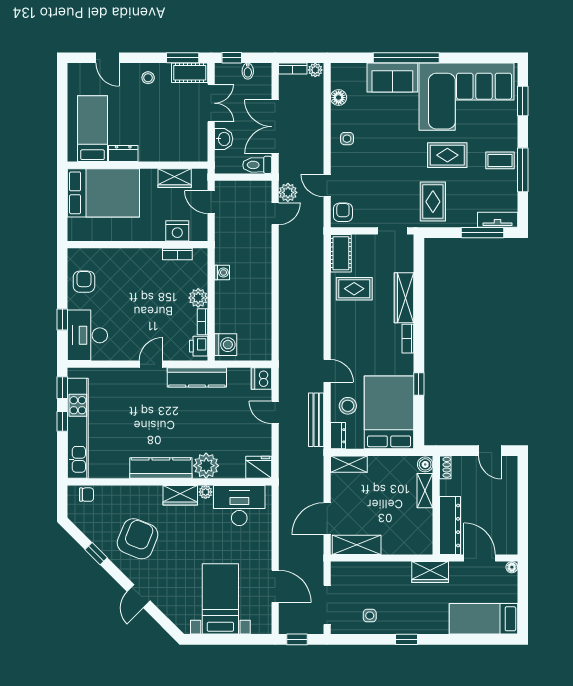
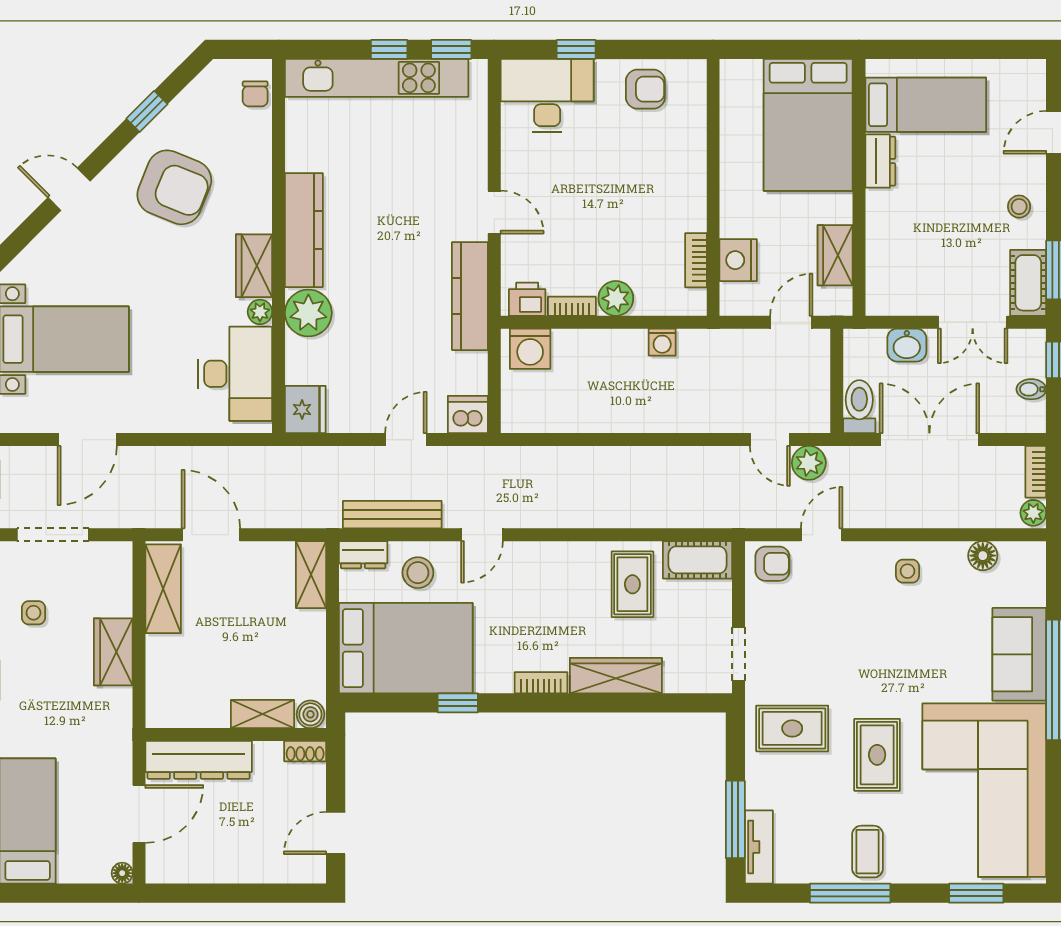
wardrobe: (430, 572) -> (113, 652), moved

